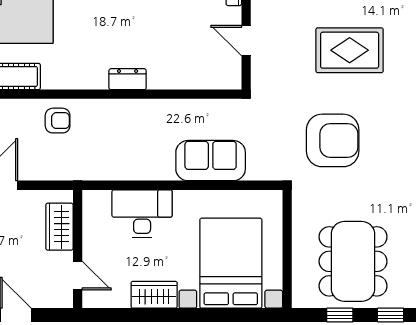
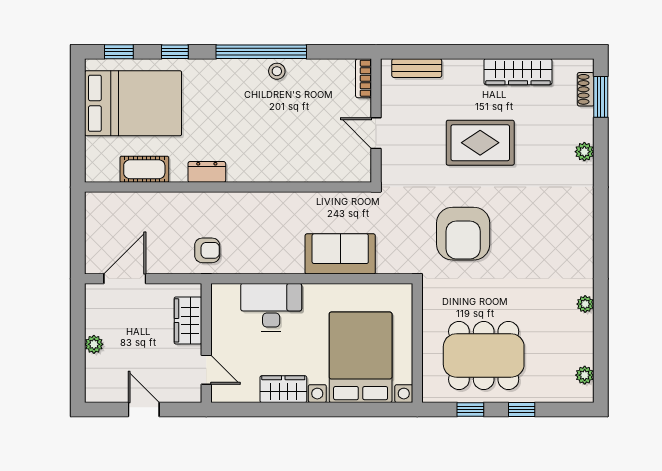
dresser: (128, 79) -> (207, 172), moved
armchair: (58, 121) -> (207, 250), moved
armchair: (333, 140) -> (463, 234), turned 90
dining table: (353, 261) -> (484, 355), turned 90

